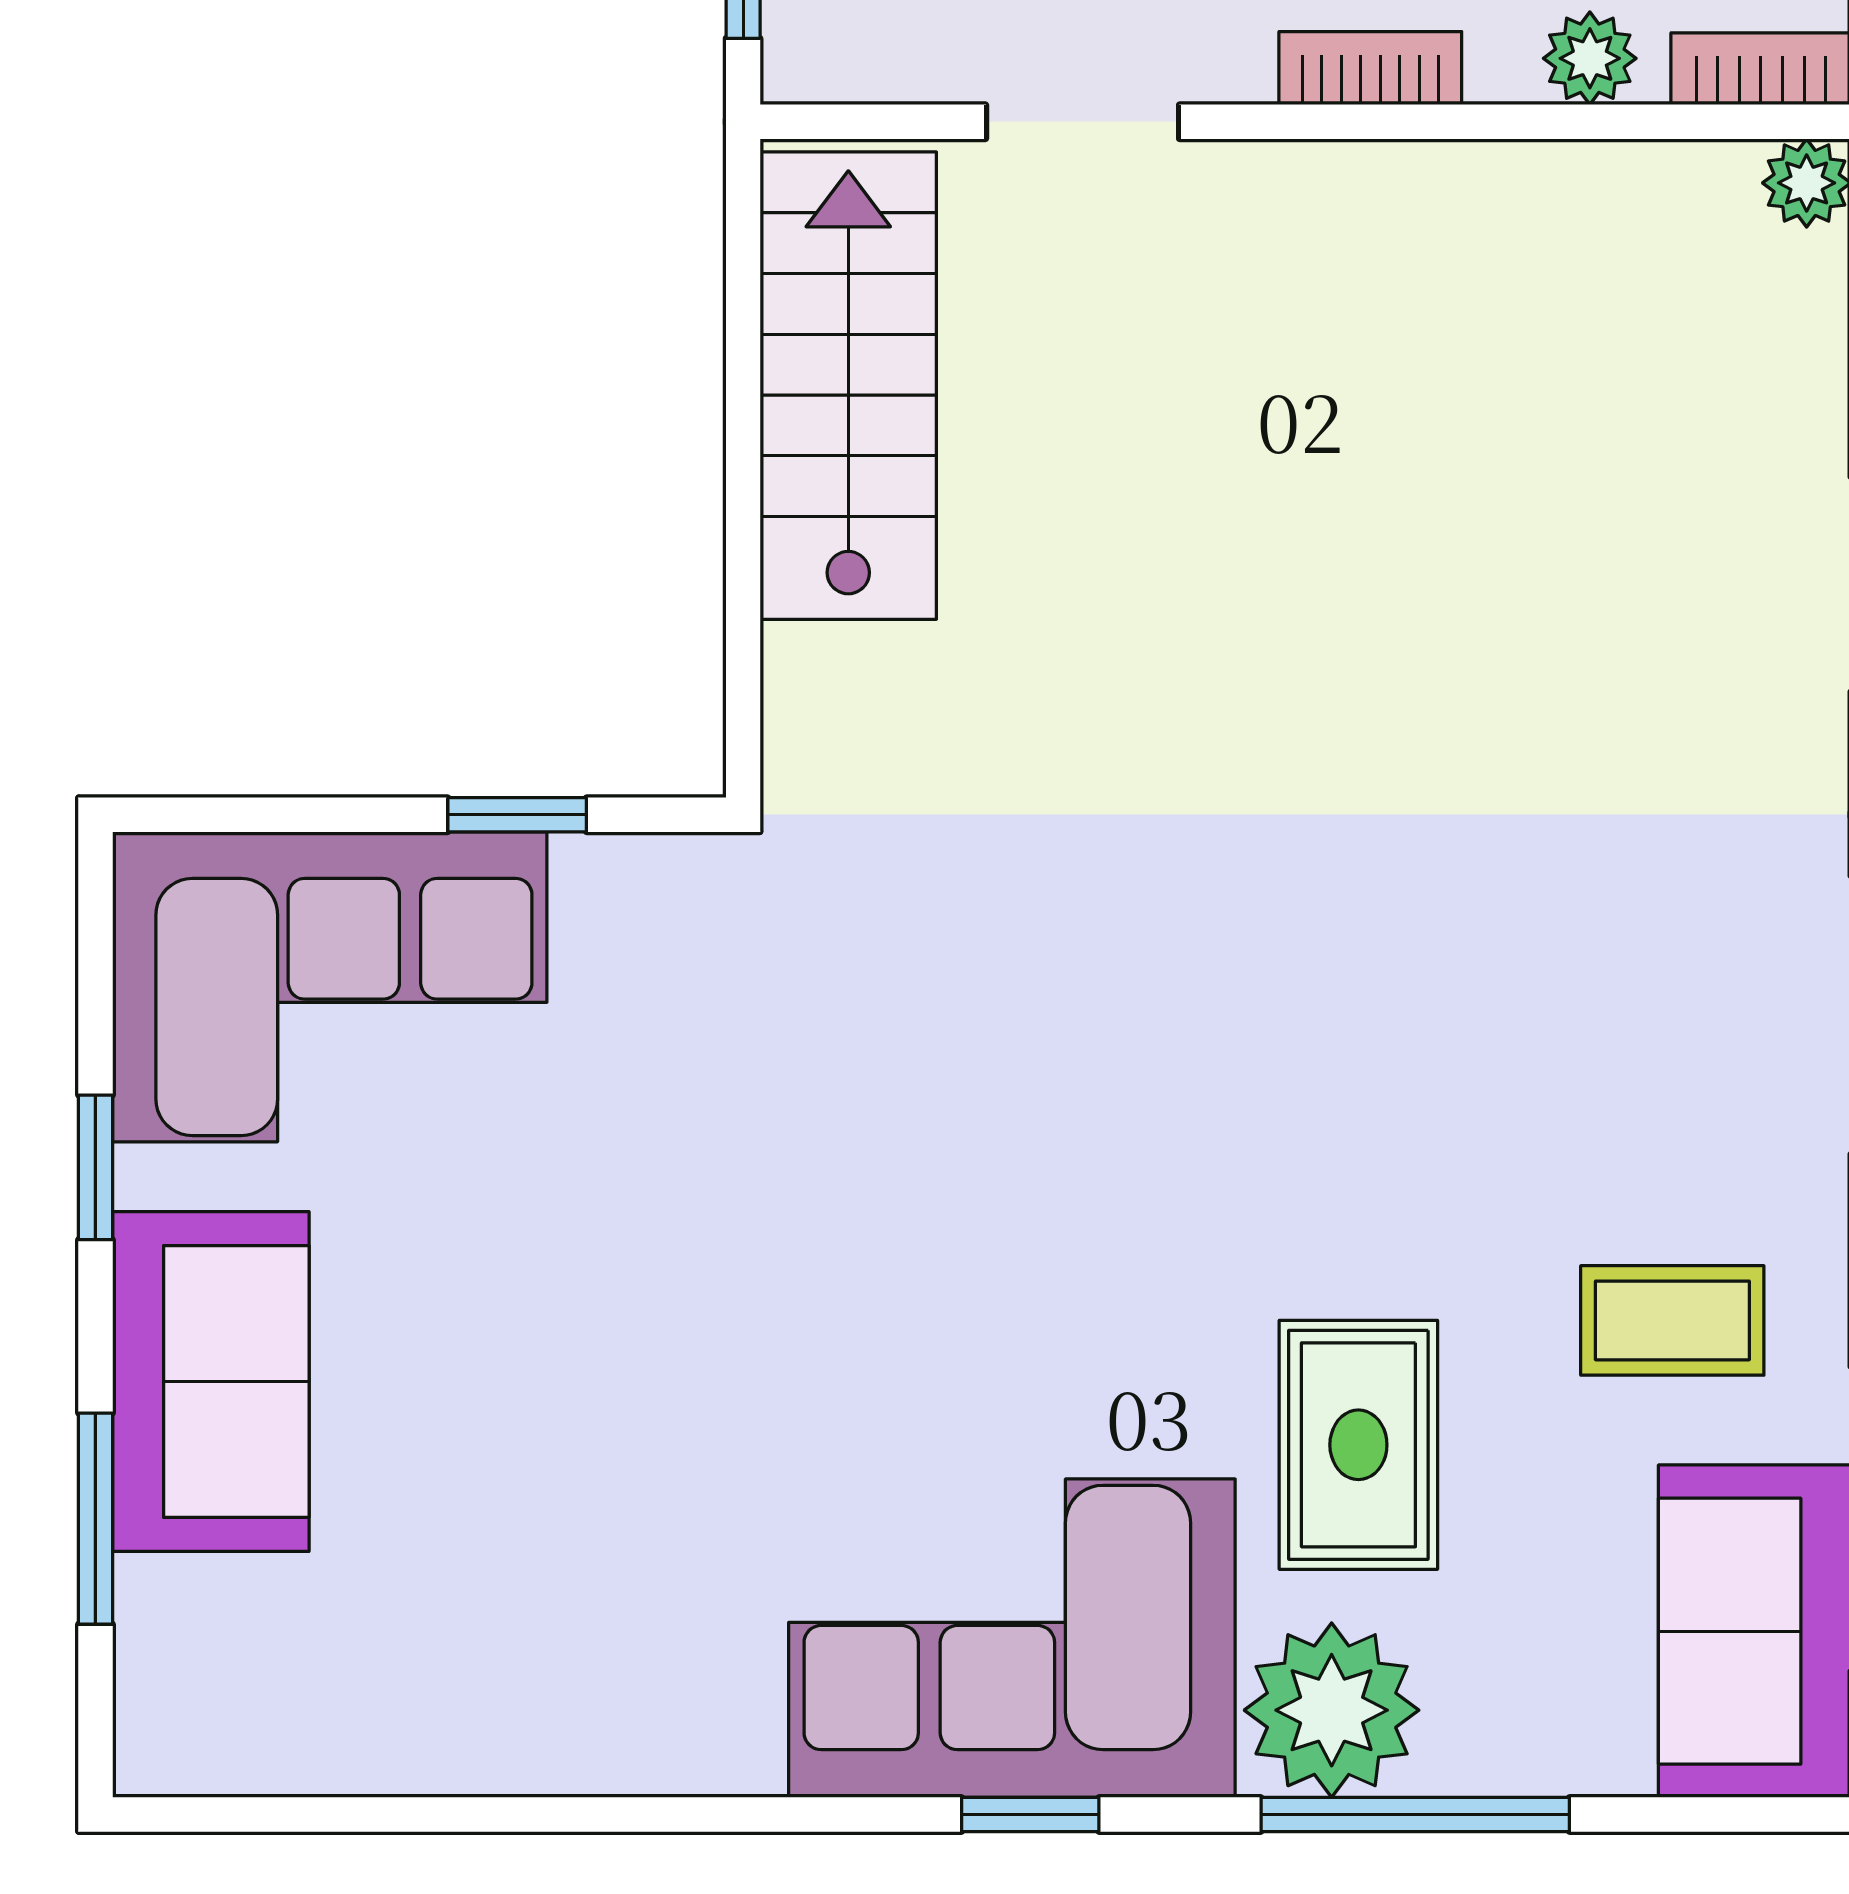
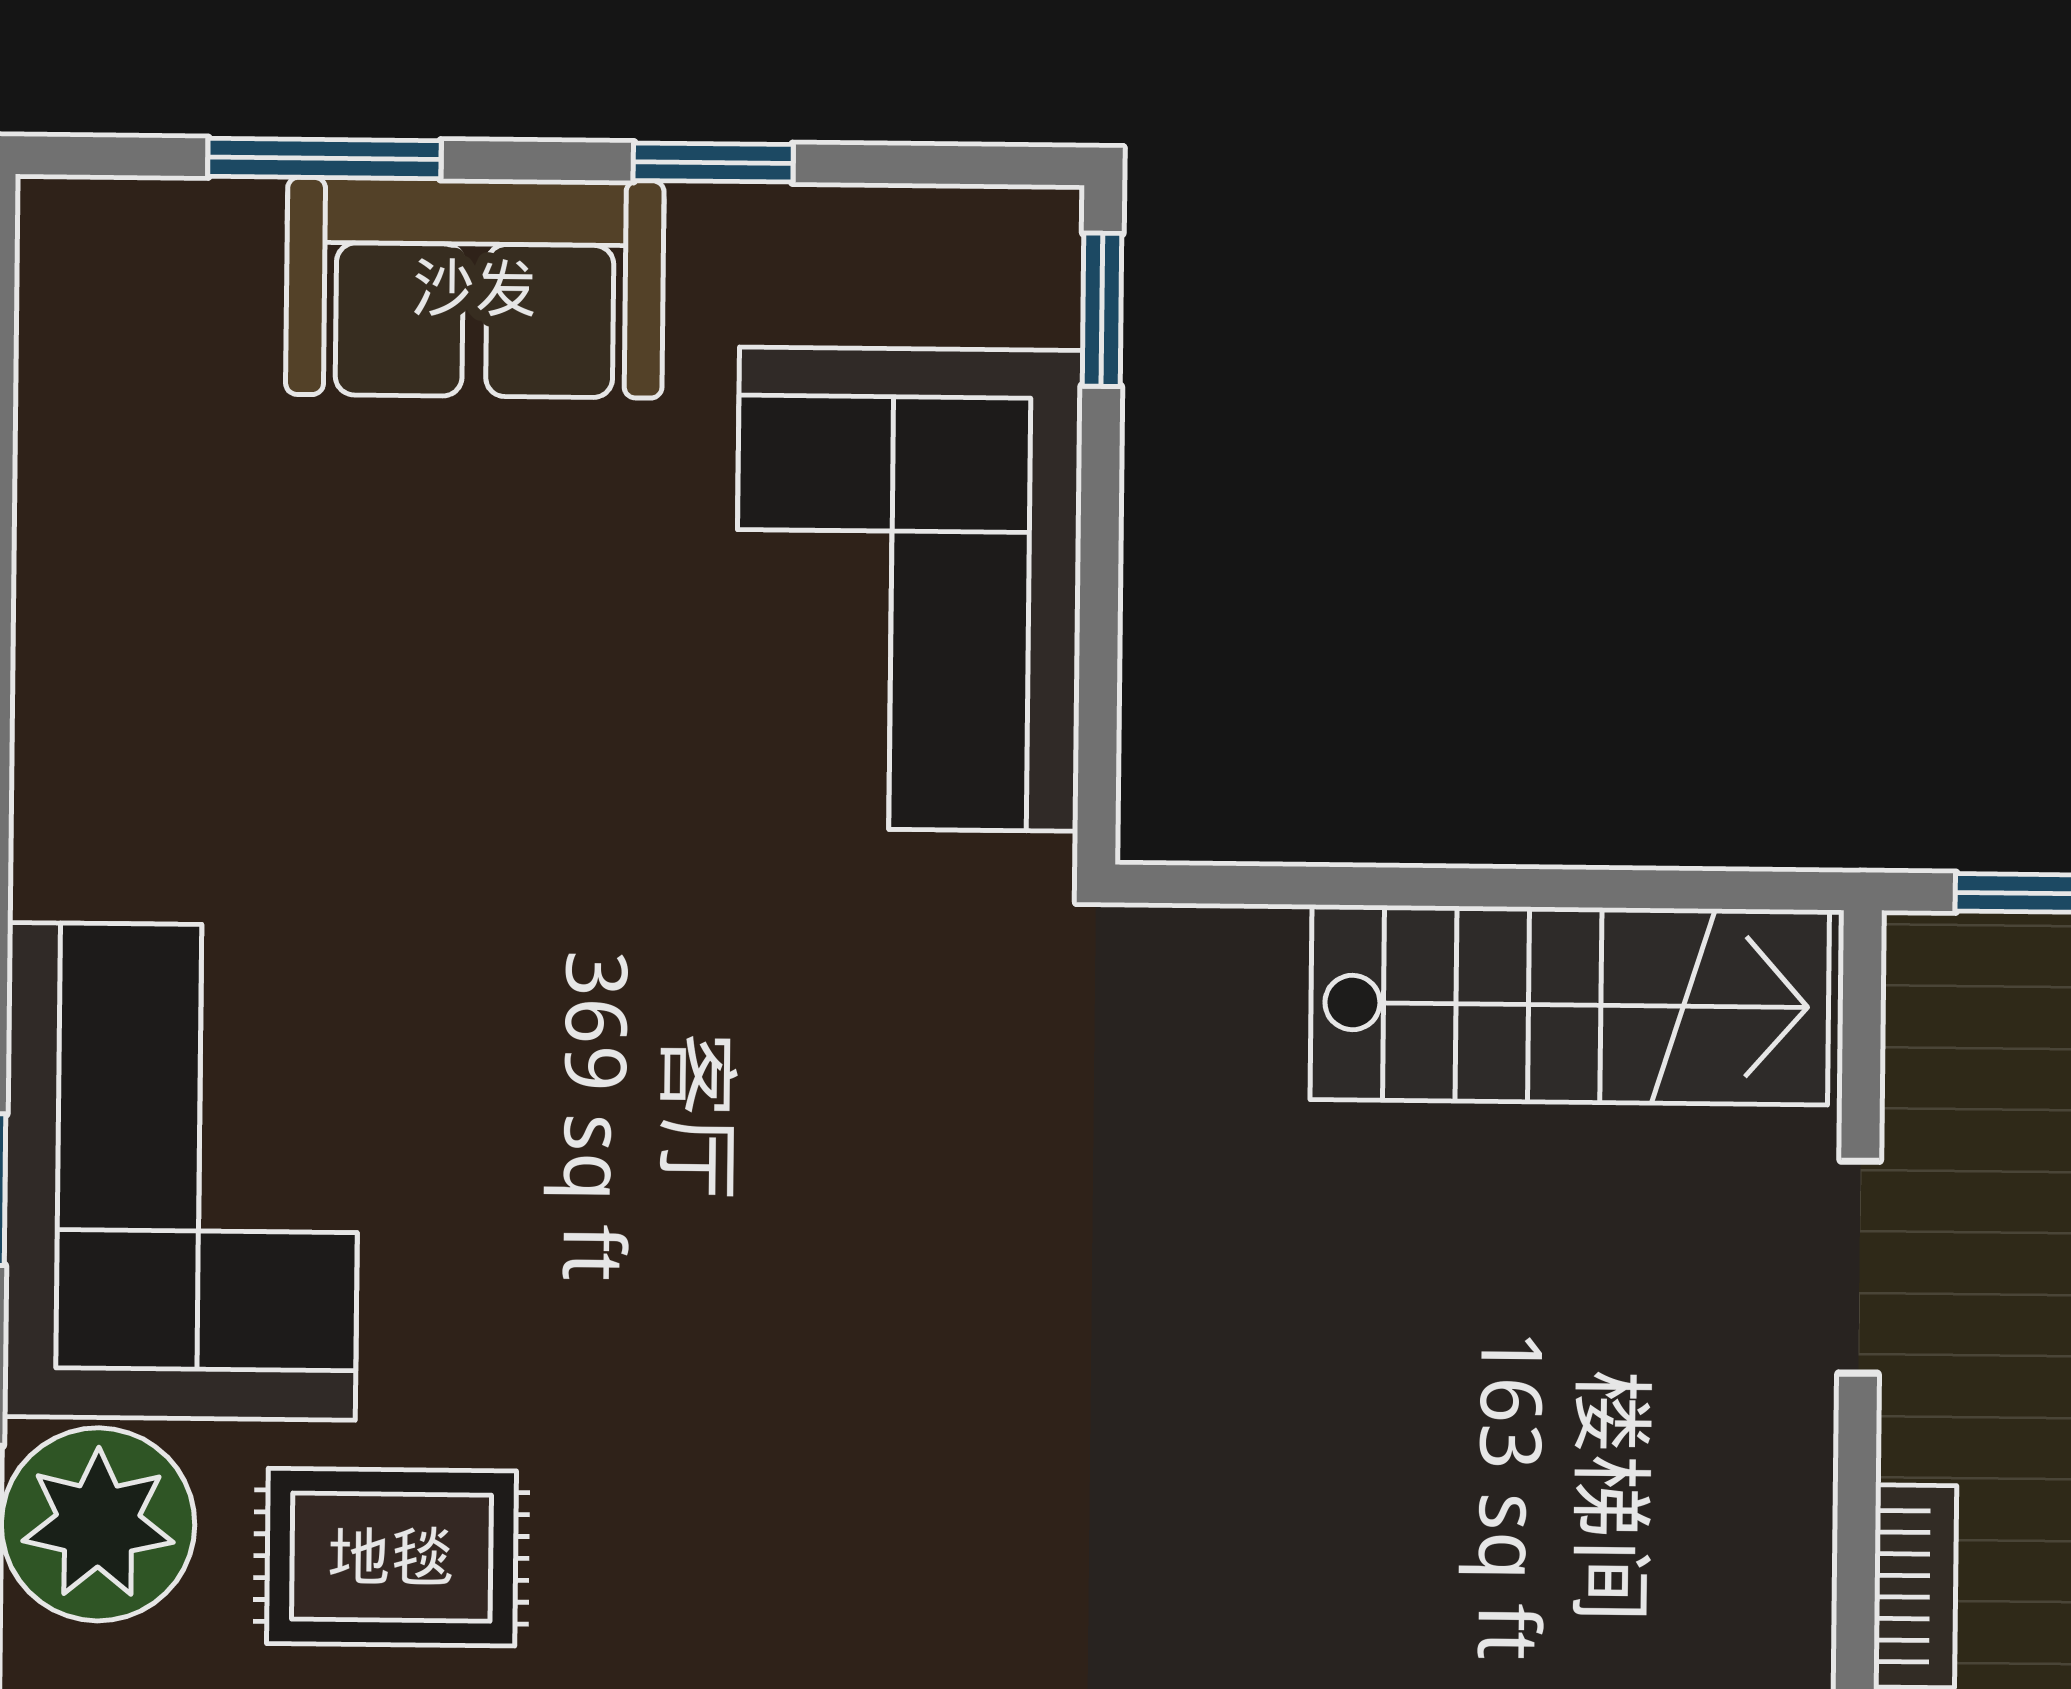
window: (517, 815) -> (1102, 310), moved
corner sofa: (330, 987) -> (909, 589), moved

